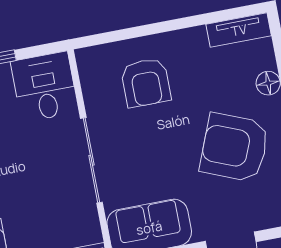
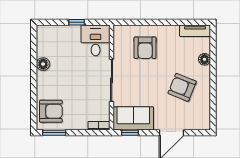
armchair: (234, 147) -> (182, 87), width x0.73, depth x0.73

